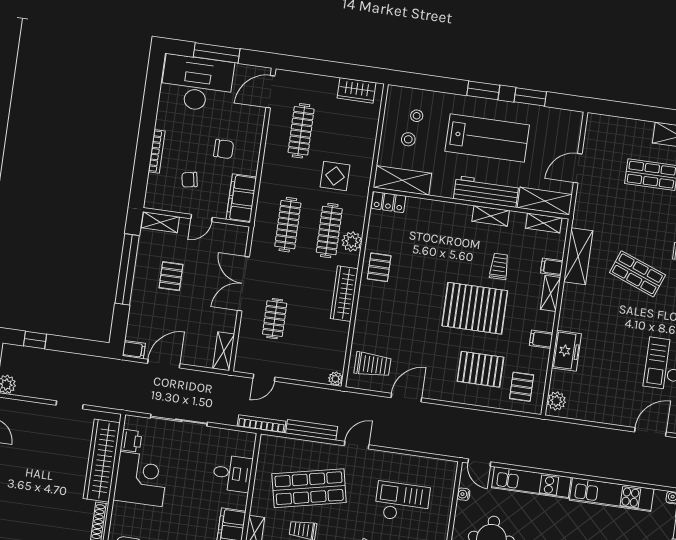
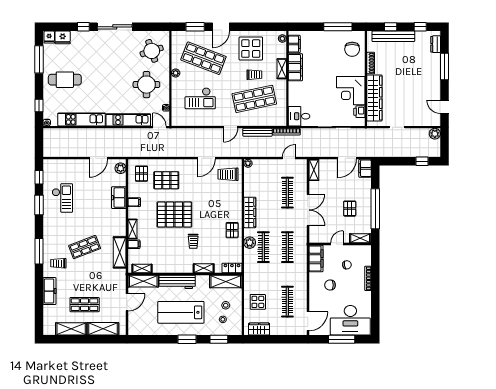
window: (530, 97) -> (219, 339), moved
shelving: (625, 129) -> (103, 329), added
display table: (335, 176) -> (258, 302), moved
shelving: (491, 216) -> (204, 268), moved
trolley: (499, 266) -> (193, 241), moved
shop shelf: (637, 274) -> (85, 247), turned -42
clothes rail: (275, 319) -> (287, 193), width x1.36
filing cabinet: (134, 350) -> (365, 168), width x2.00
door: (650, 432) -> (98, 158), moved
desk: (232, 473) -> (299, 116), moved

